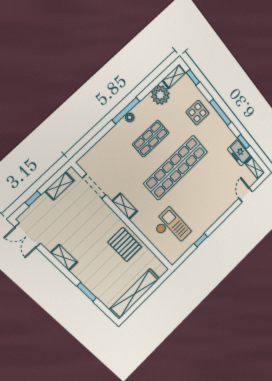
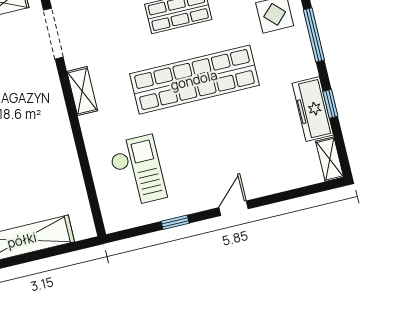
freezer: (240, 152) -> (313, 109), width x1.40
door: (246, 195) -> (234, 208), moved
pallet: (125, 245) -> (50, 151), removed

